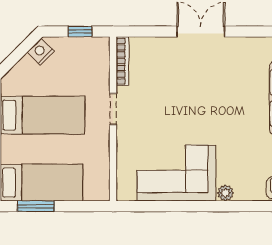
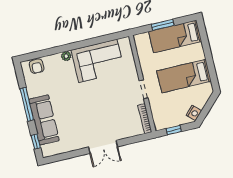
window: (36, 206) -> (163, 25), moved

